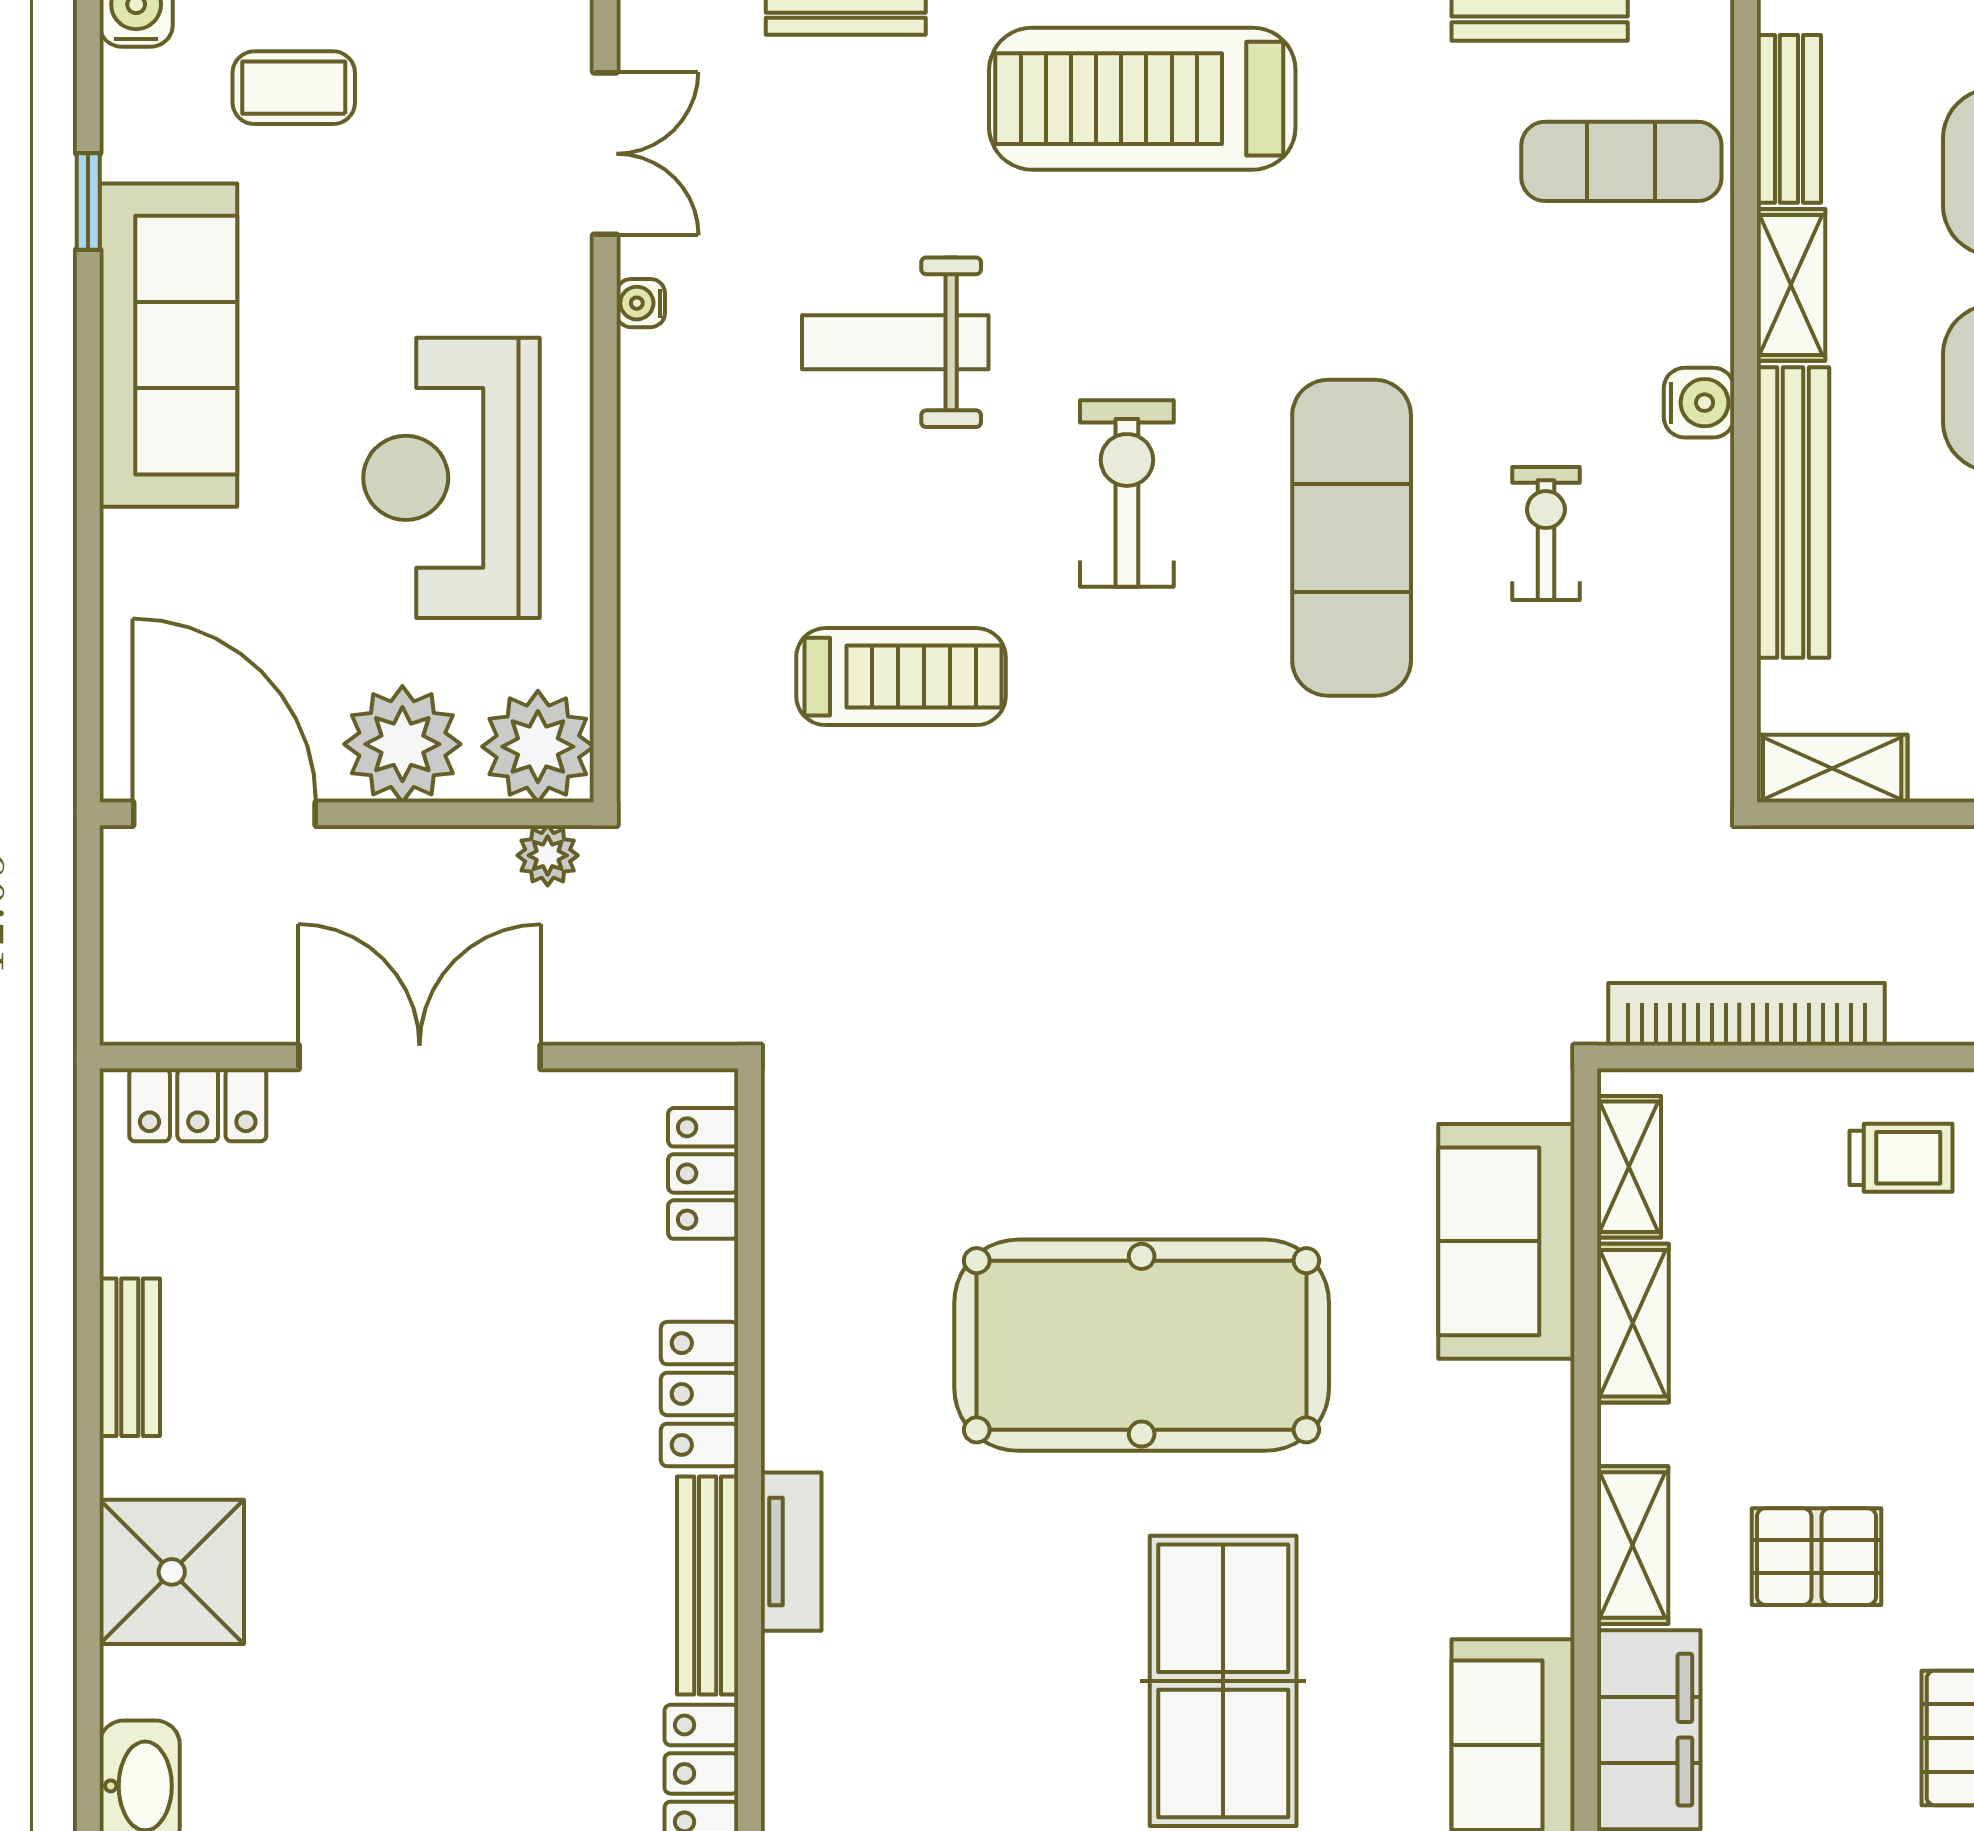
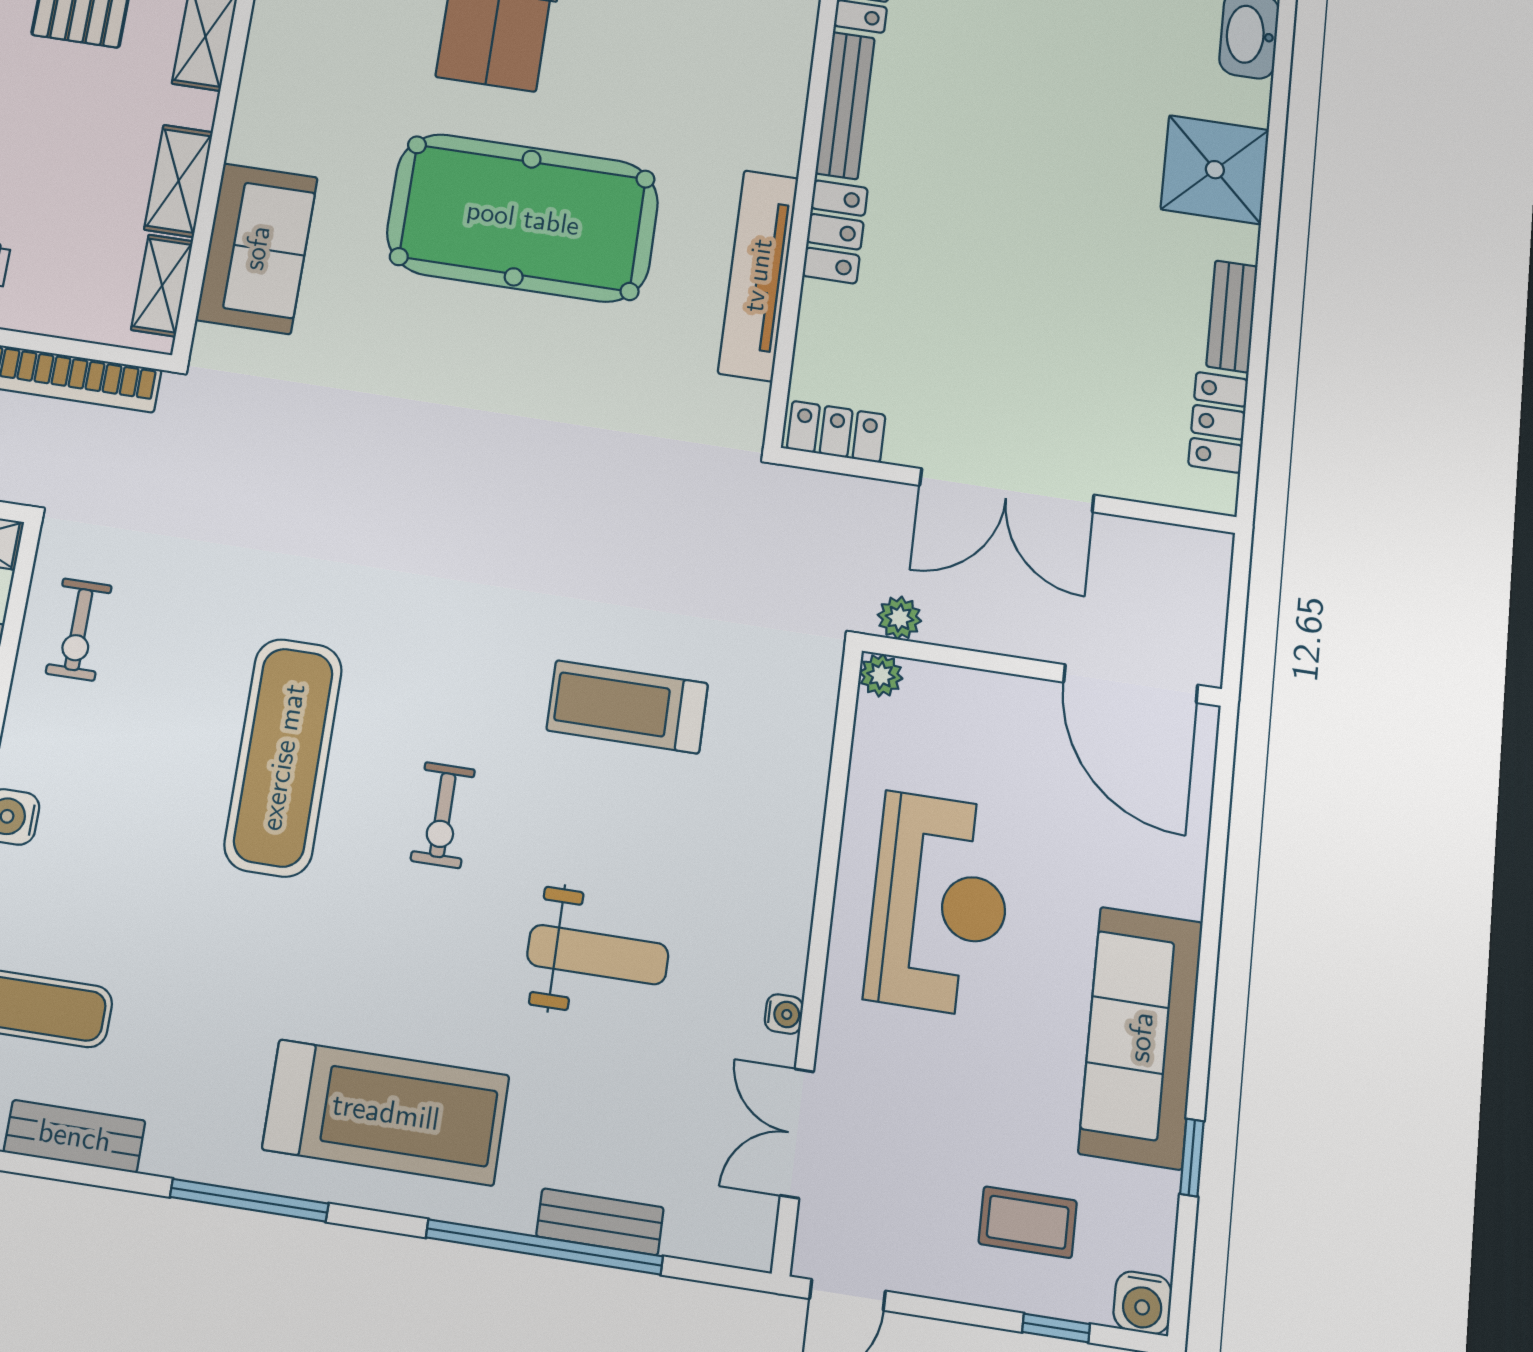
exercise bike: (1127, 494) -> (443, 815), width x0.73, depth x0.72
exercise bike: (1546, 533) -> (79, 630), moved
plant: (402, 744) -> (996, 714), removed
plant: (538, 747) -> (881, 675), width x0.53, depth x0.53
locker: (198, 1105) -> (1218, 422), moved, turned -90
locker: (703, 1173) -> (836, 432), moved, turned -90
tv unit: (791, 1552) -> (758, 275), moved, width x1.92, depth x1.29

